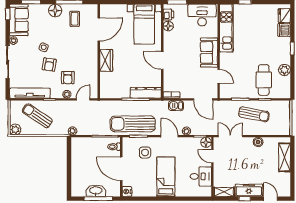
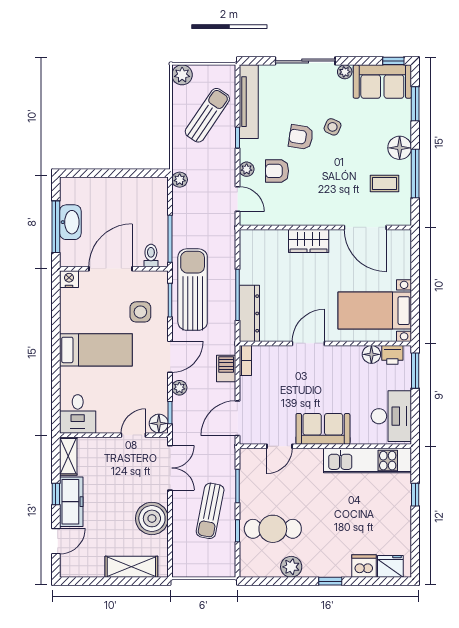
boiler: (258, 142) -> (152, 518), width x1.86, depth x1.86
desk: (201, 176) -> (78, 414), moved

